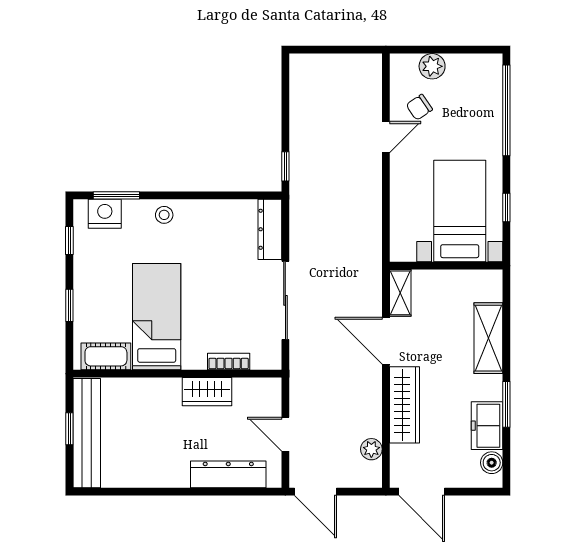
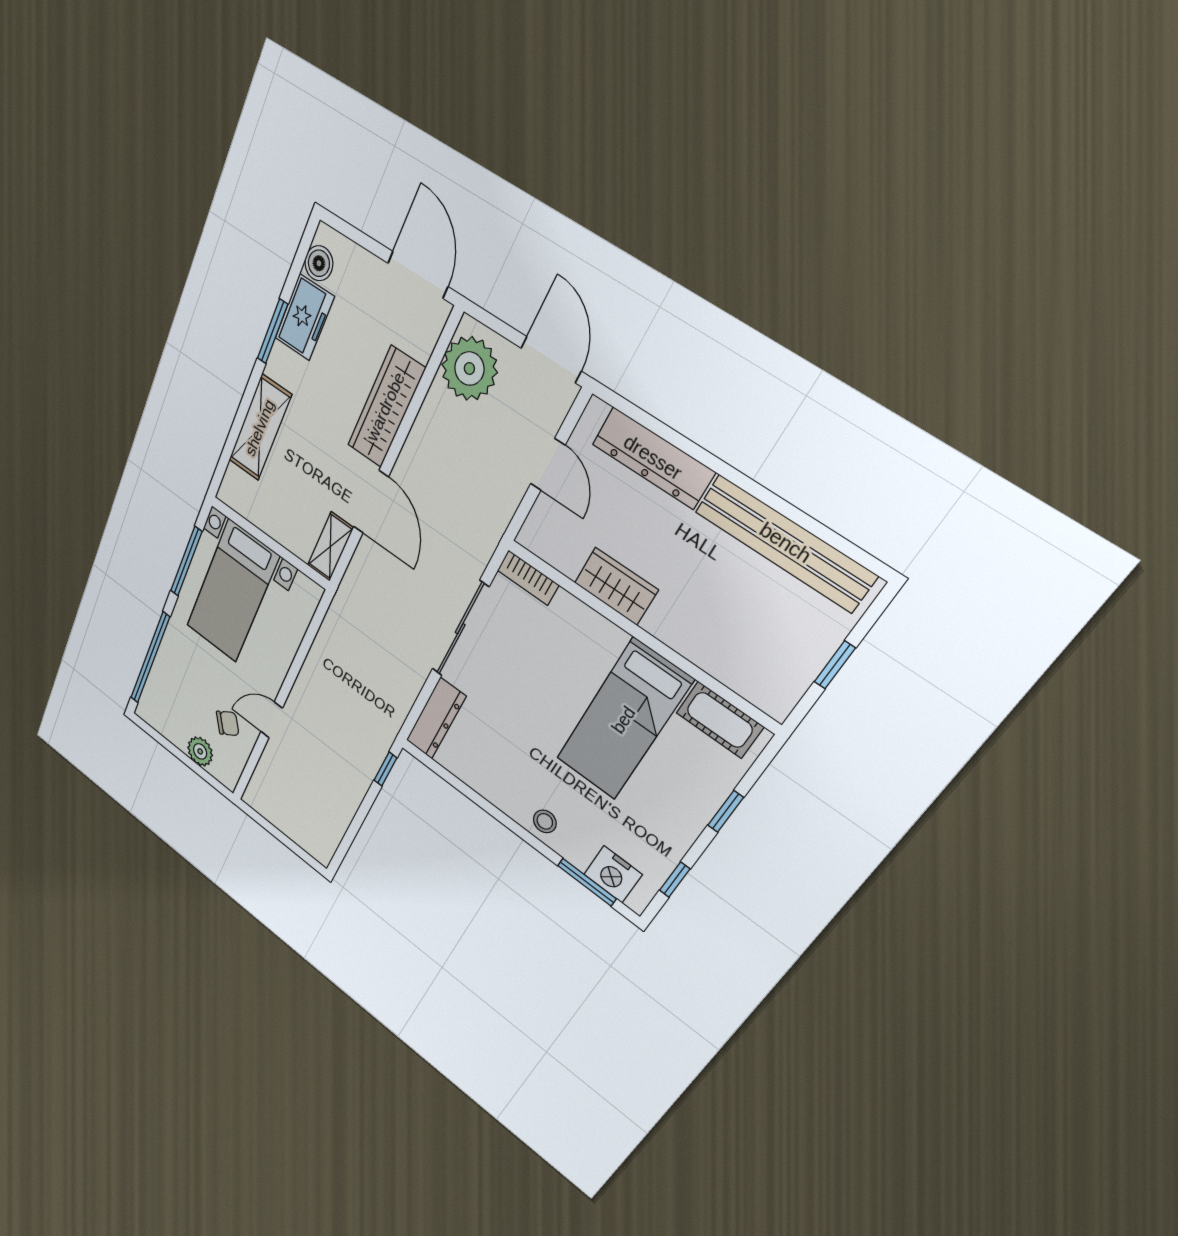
window: (506, 207) -> (186, 561), width x2.17
bookcase: (229, 361) -> (528, 578), moved
bench: (87, 433) -> (785, 543), moved, turned 90
plant: (371, 449) -> (469, 369), width x1.88, depth x1.88

